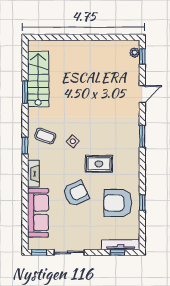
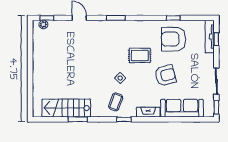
rug: (99, 164) -> (140, 55), turned 90
armchair: (76, 193) -> (165, 75), turned 101
armchair: (118, 203) -> (174, 39), turned 90

